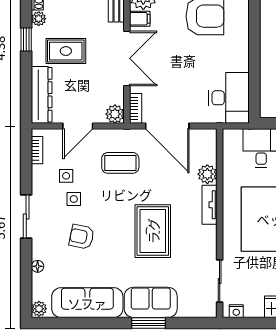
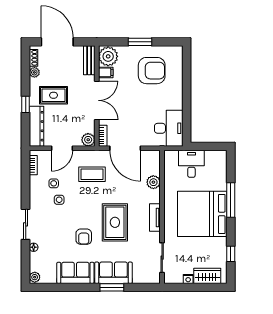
window: (26, 39) -> (26, 104), moved
tv unit: (209, 205) -> (155, 217), moved
sliding door: (26, 216) -> (26, 224), moved
armchair: (82, 237) -> (84, 237), moved, turned -102
sofa: (87, 303) -> (75, 273), width x0.73
nightstand: (236, 311) -> (188, 279), moved

